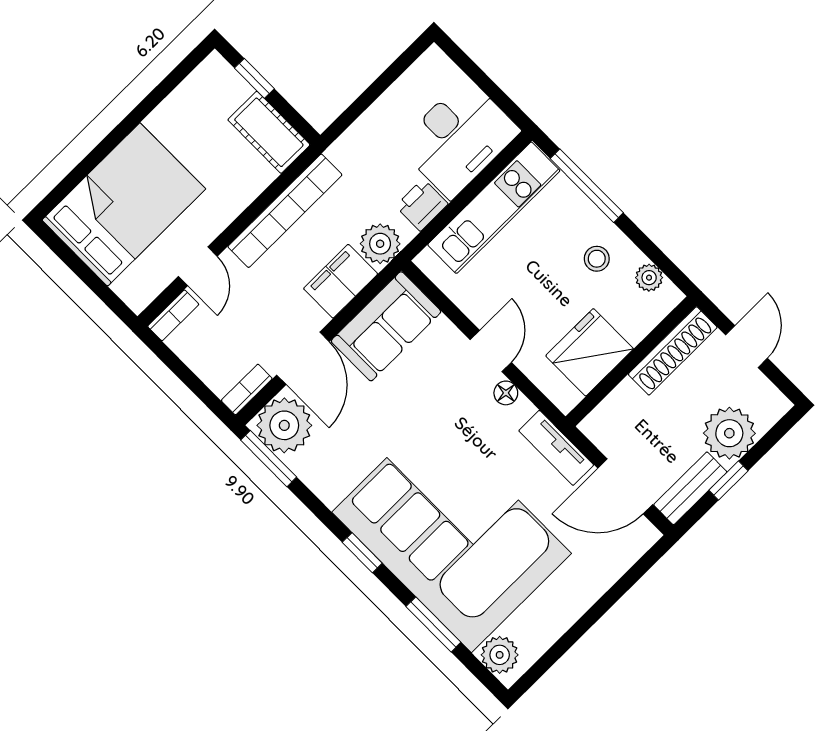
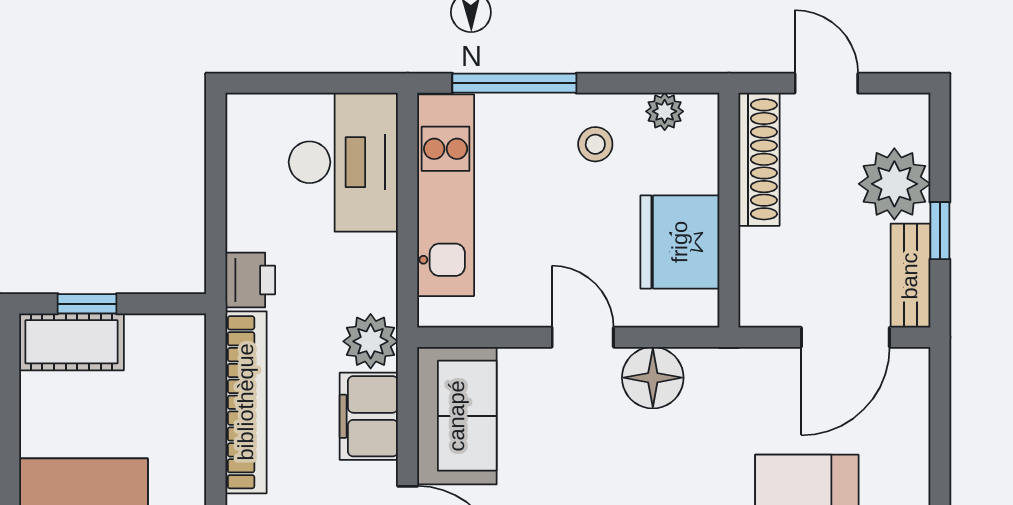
cot: (269, 132) -> (72, 342), moved
printer: (422, 205) -> (250, 280), moved, turned 180
floor lamp: (506, 393) -> (653, 378), width x1.89, depth x1.89
tv unit: (556, 448) -> (741, 367), removed

